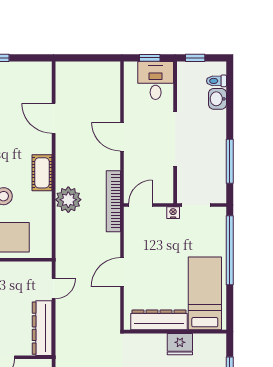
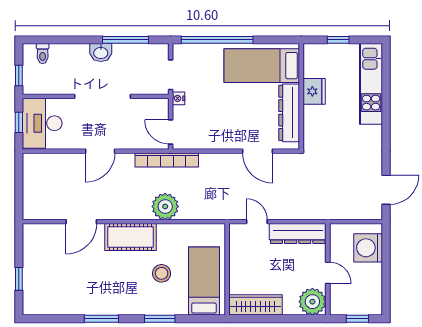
desk: (156, 80) -> (42, 123), width x1.37
washbasin: (217, 99) -> (101, 53), moved
cot: (42, 173) -> (131, 237), width x1.37, depth x1.34
door: (122, 272) -> (257, 151), moved

